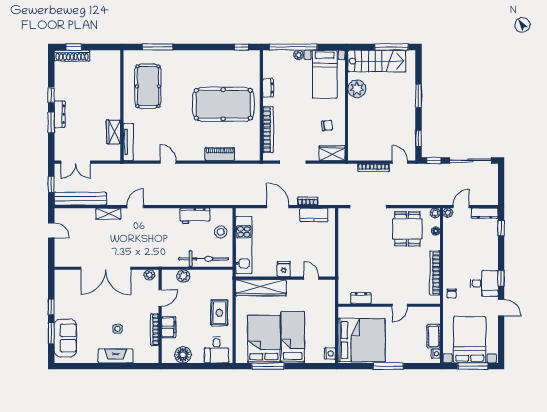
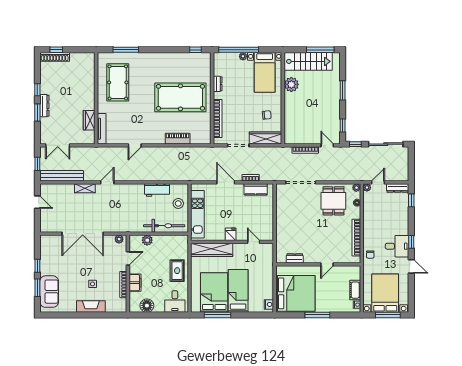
wardrobe: (332, 153) -> (266, 138), width x1.50
door: (168, 162) -> (135, 145), swing flipped

